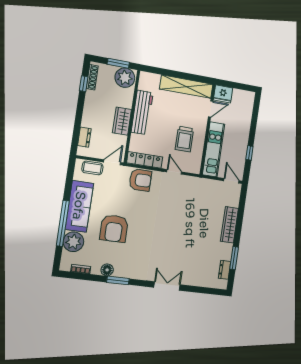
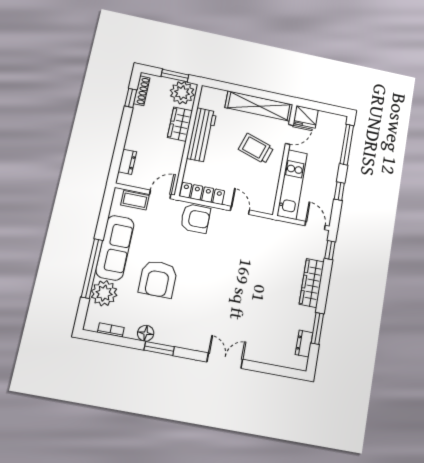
window: (255, 115) -> (347, 145), added
wardrobe: (122, 121) -> (180, 124), moved
trolley: (184, 139) -> (256, 149), moved, turned 108
window: (243, 199) -> (330, 250), added

